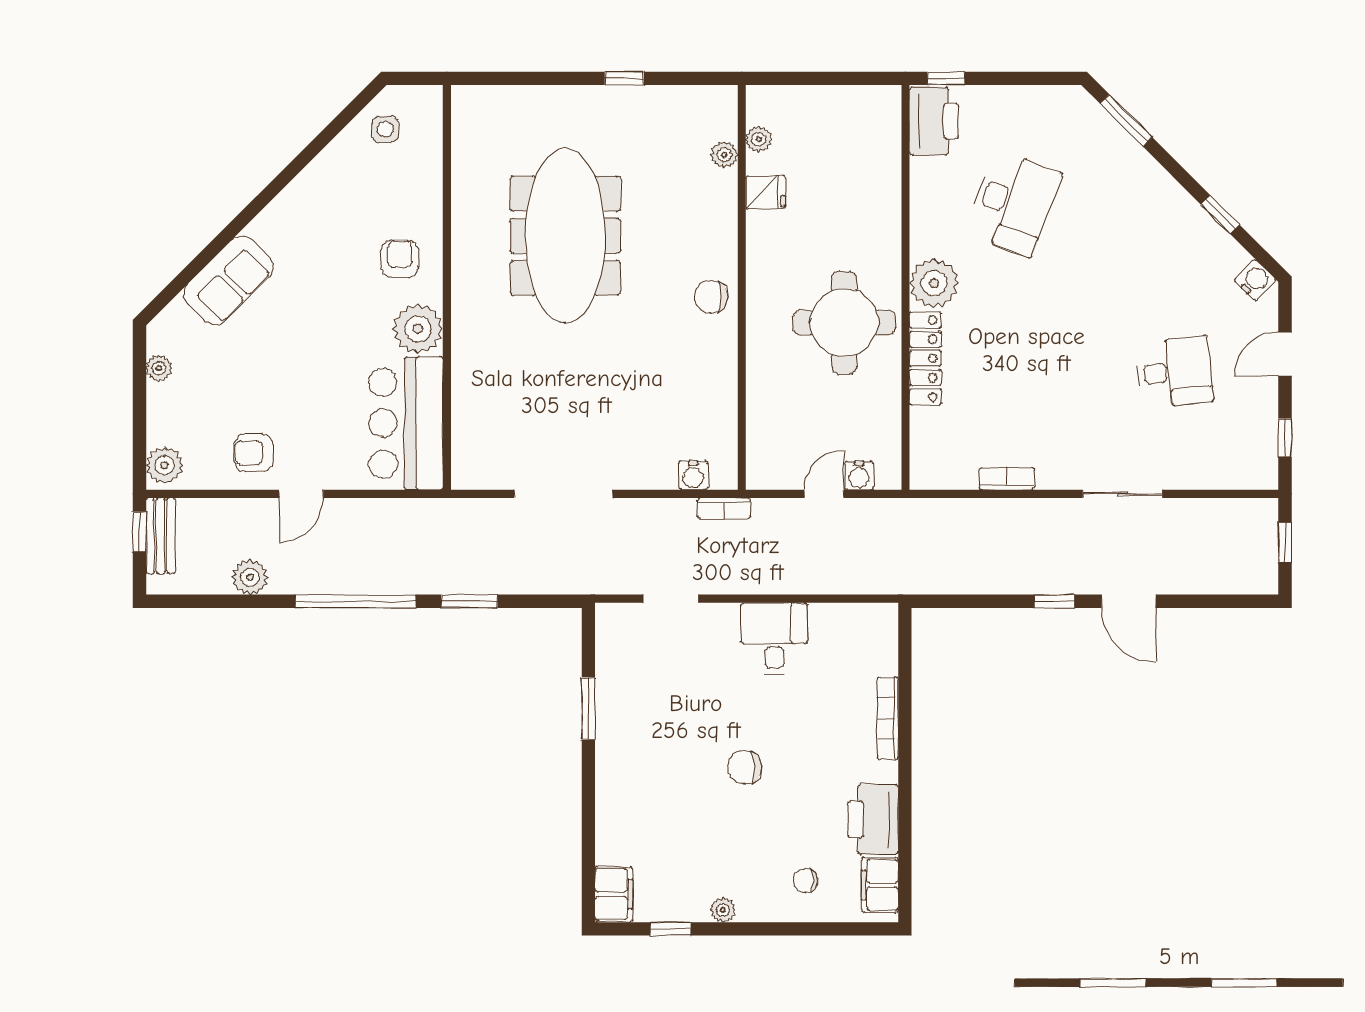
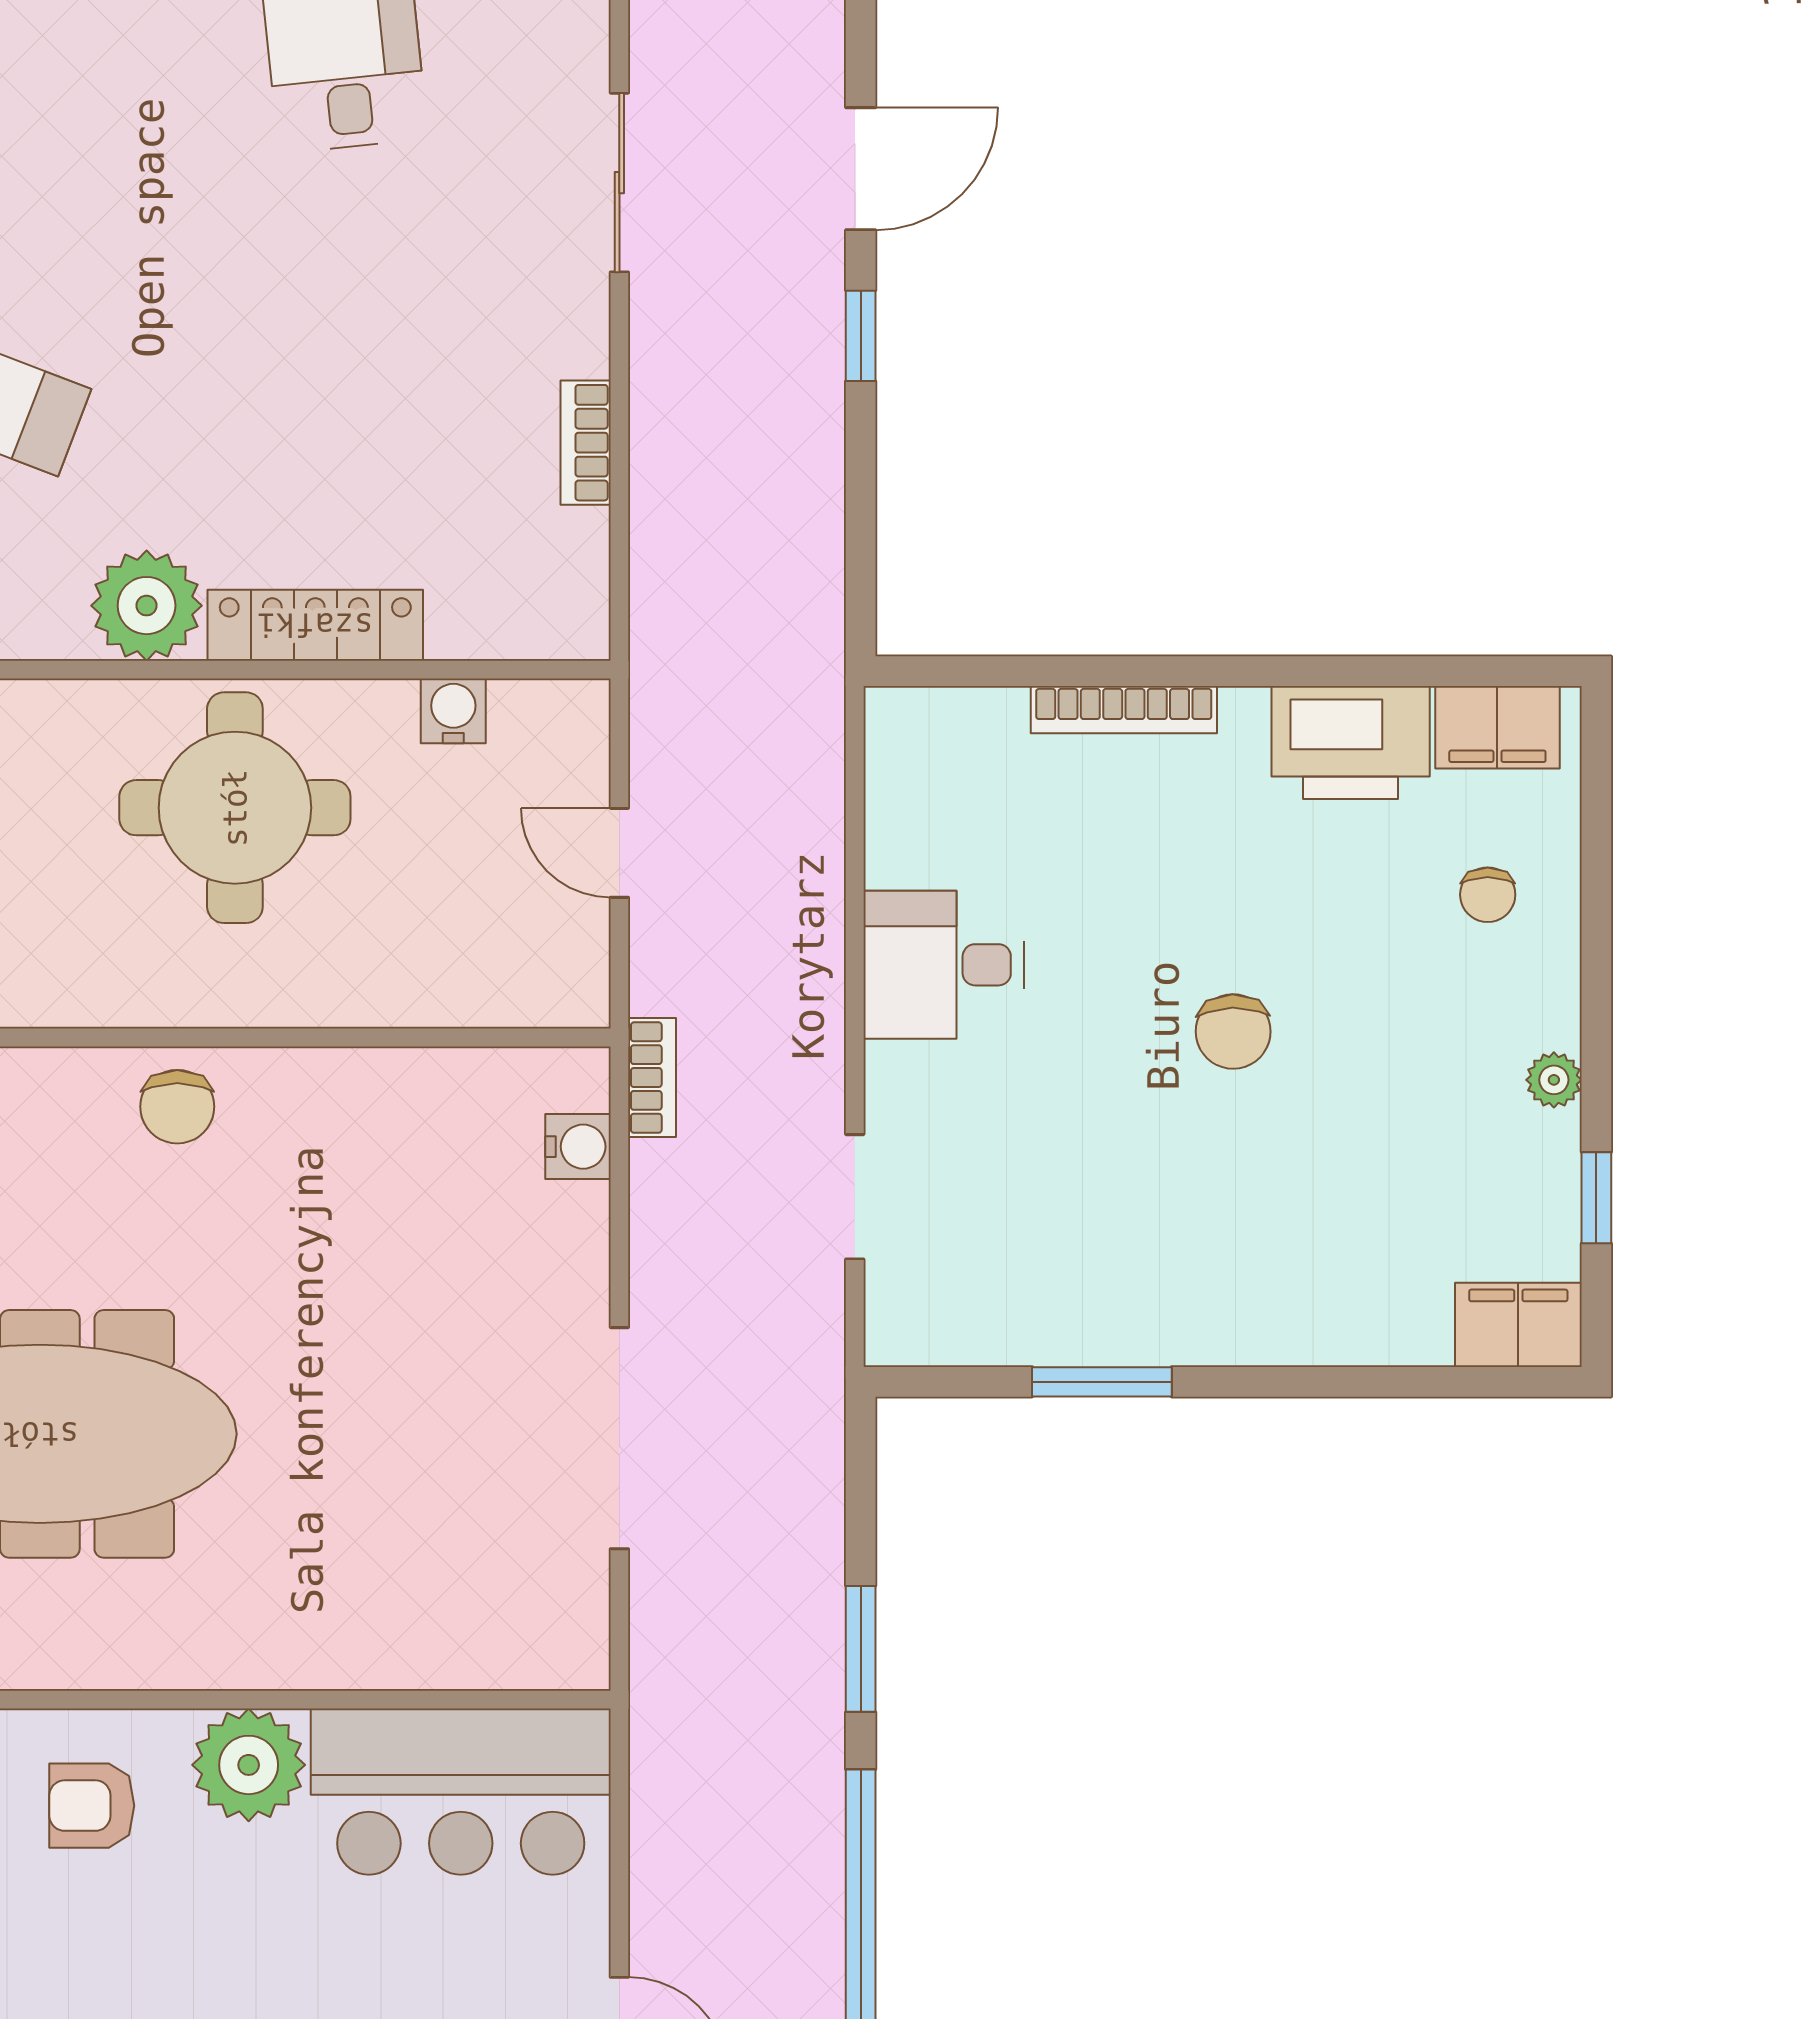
water cooler: (859, 475) -> (453, 711), moved, turned -90

